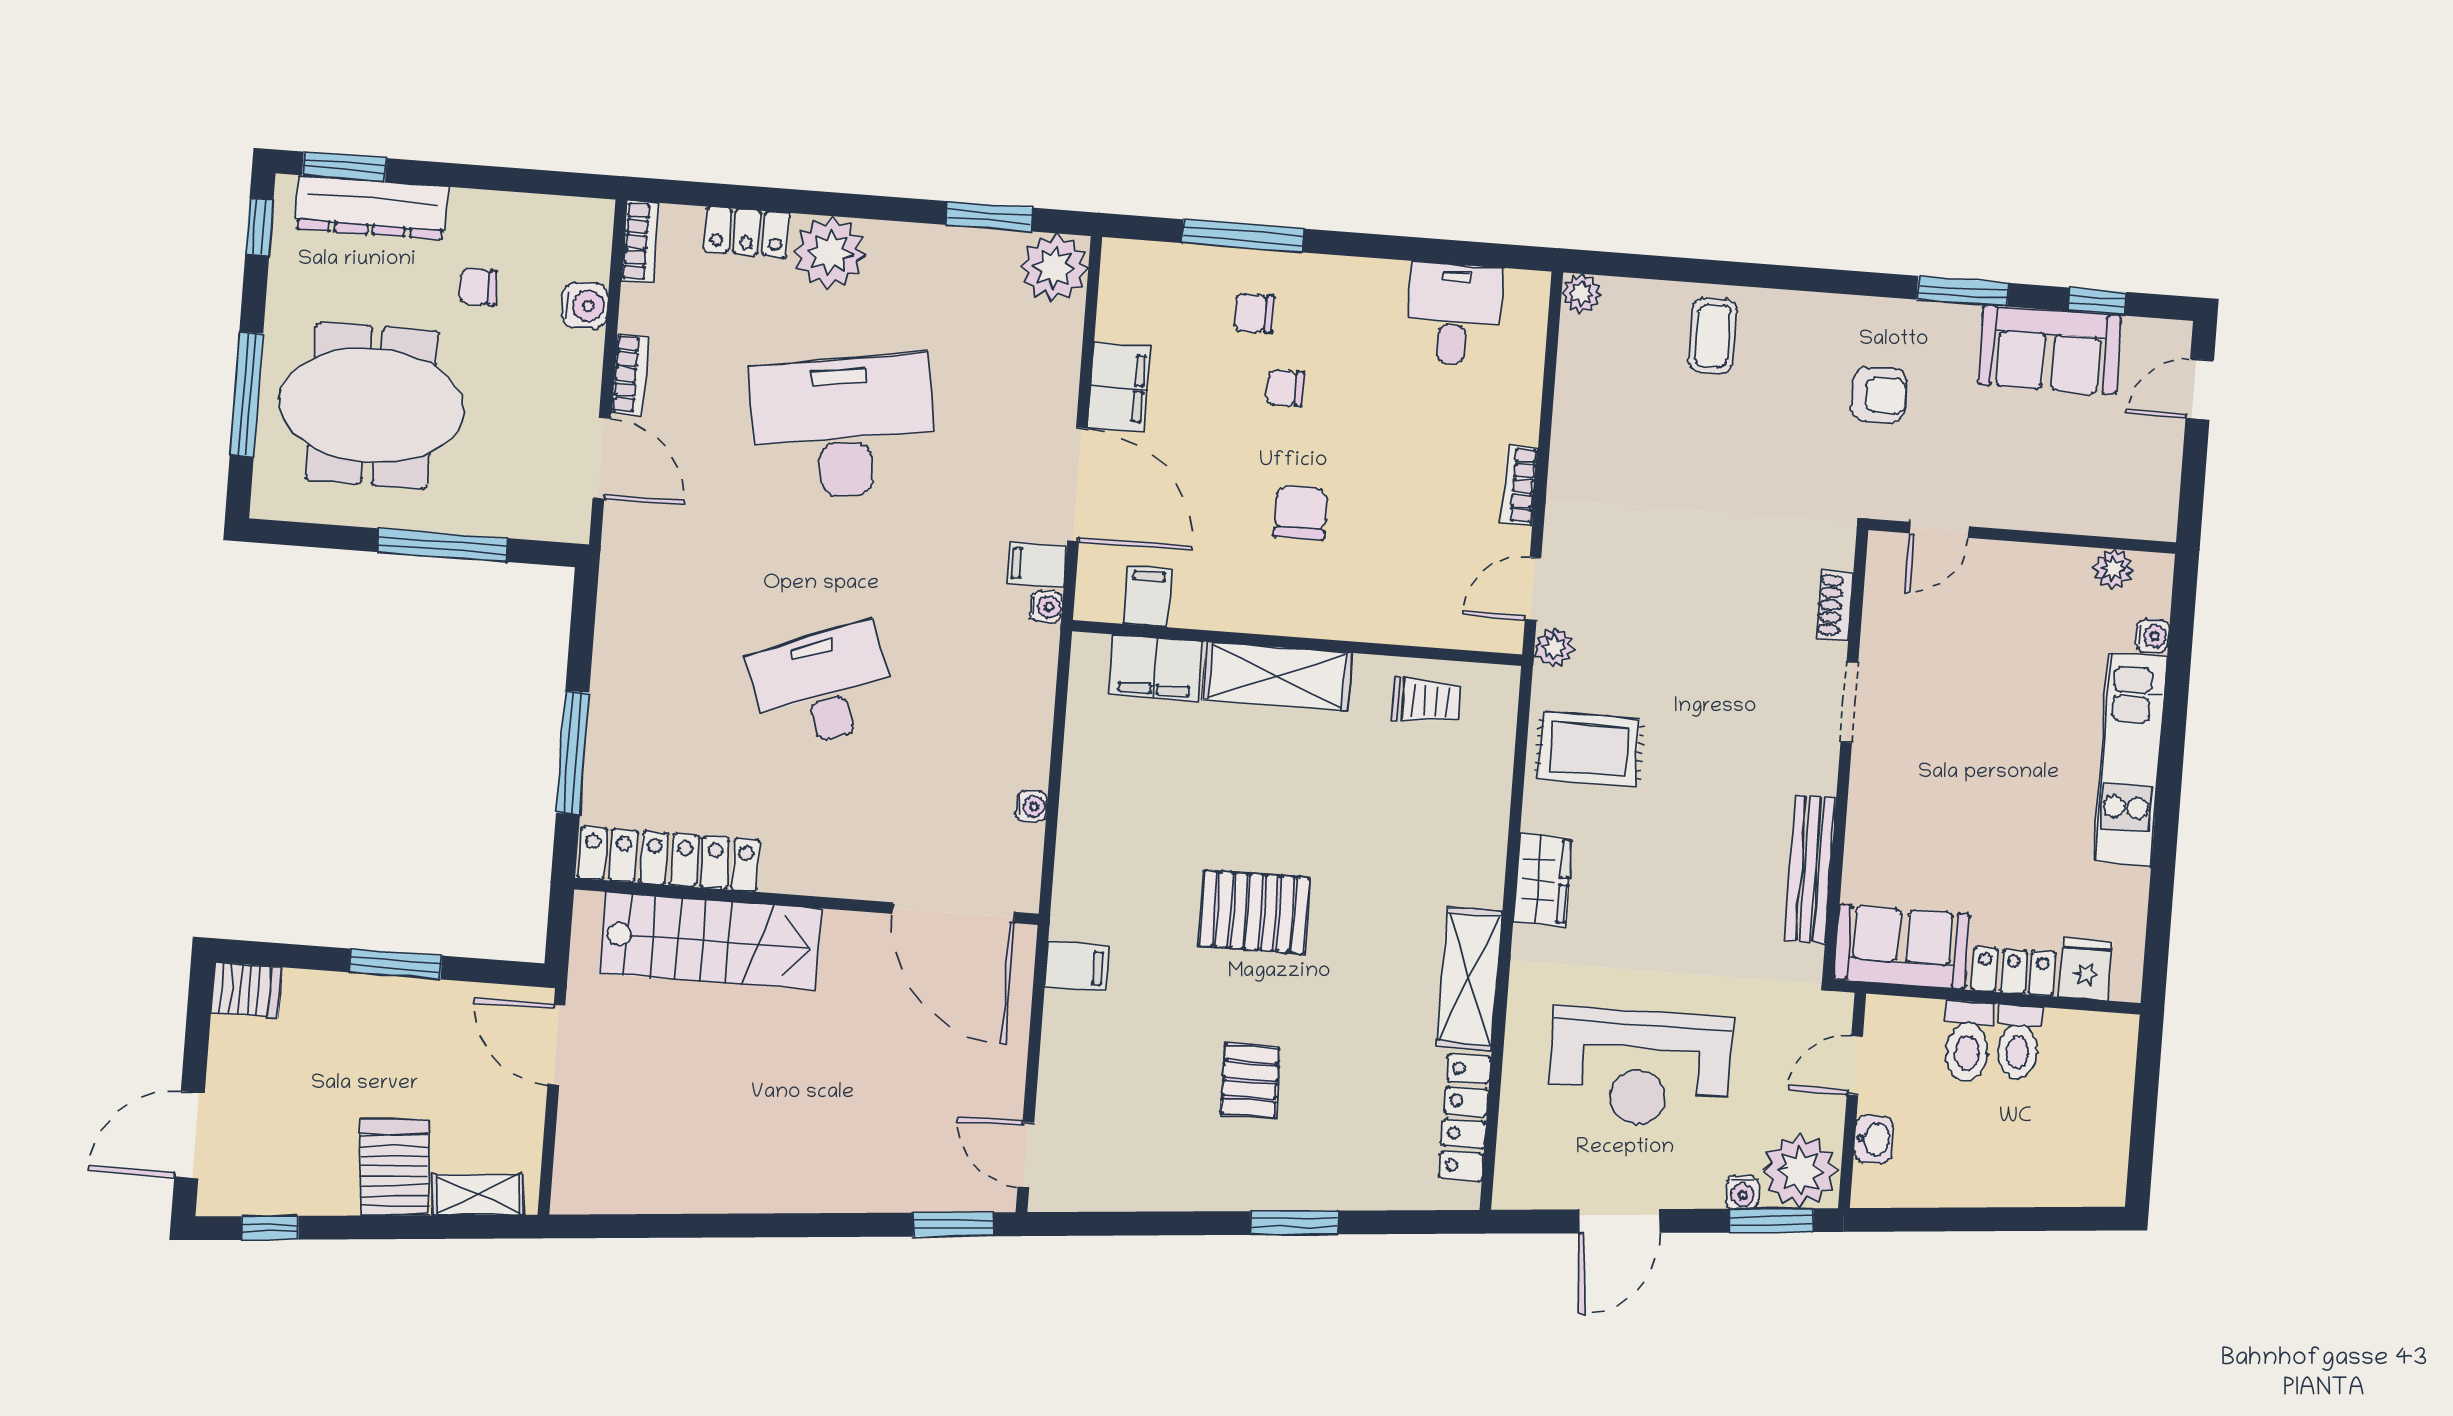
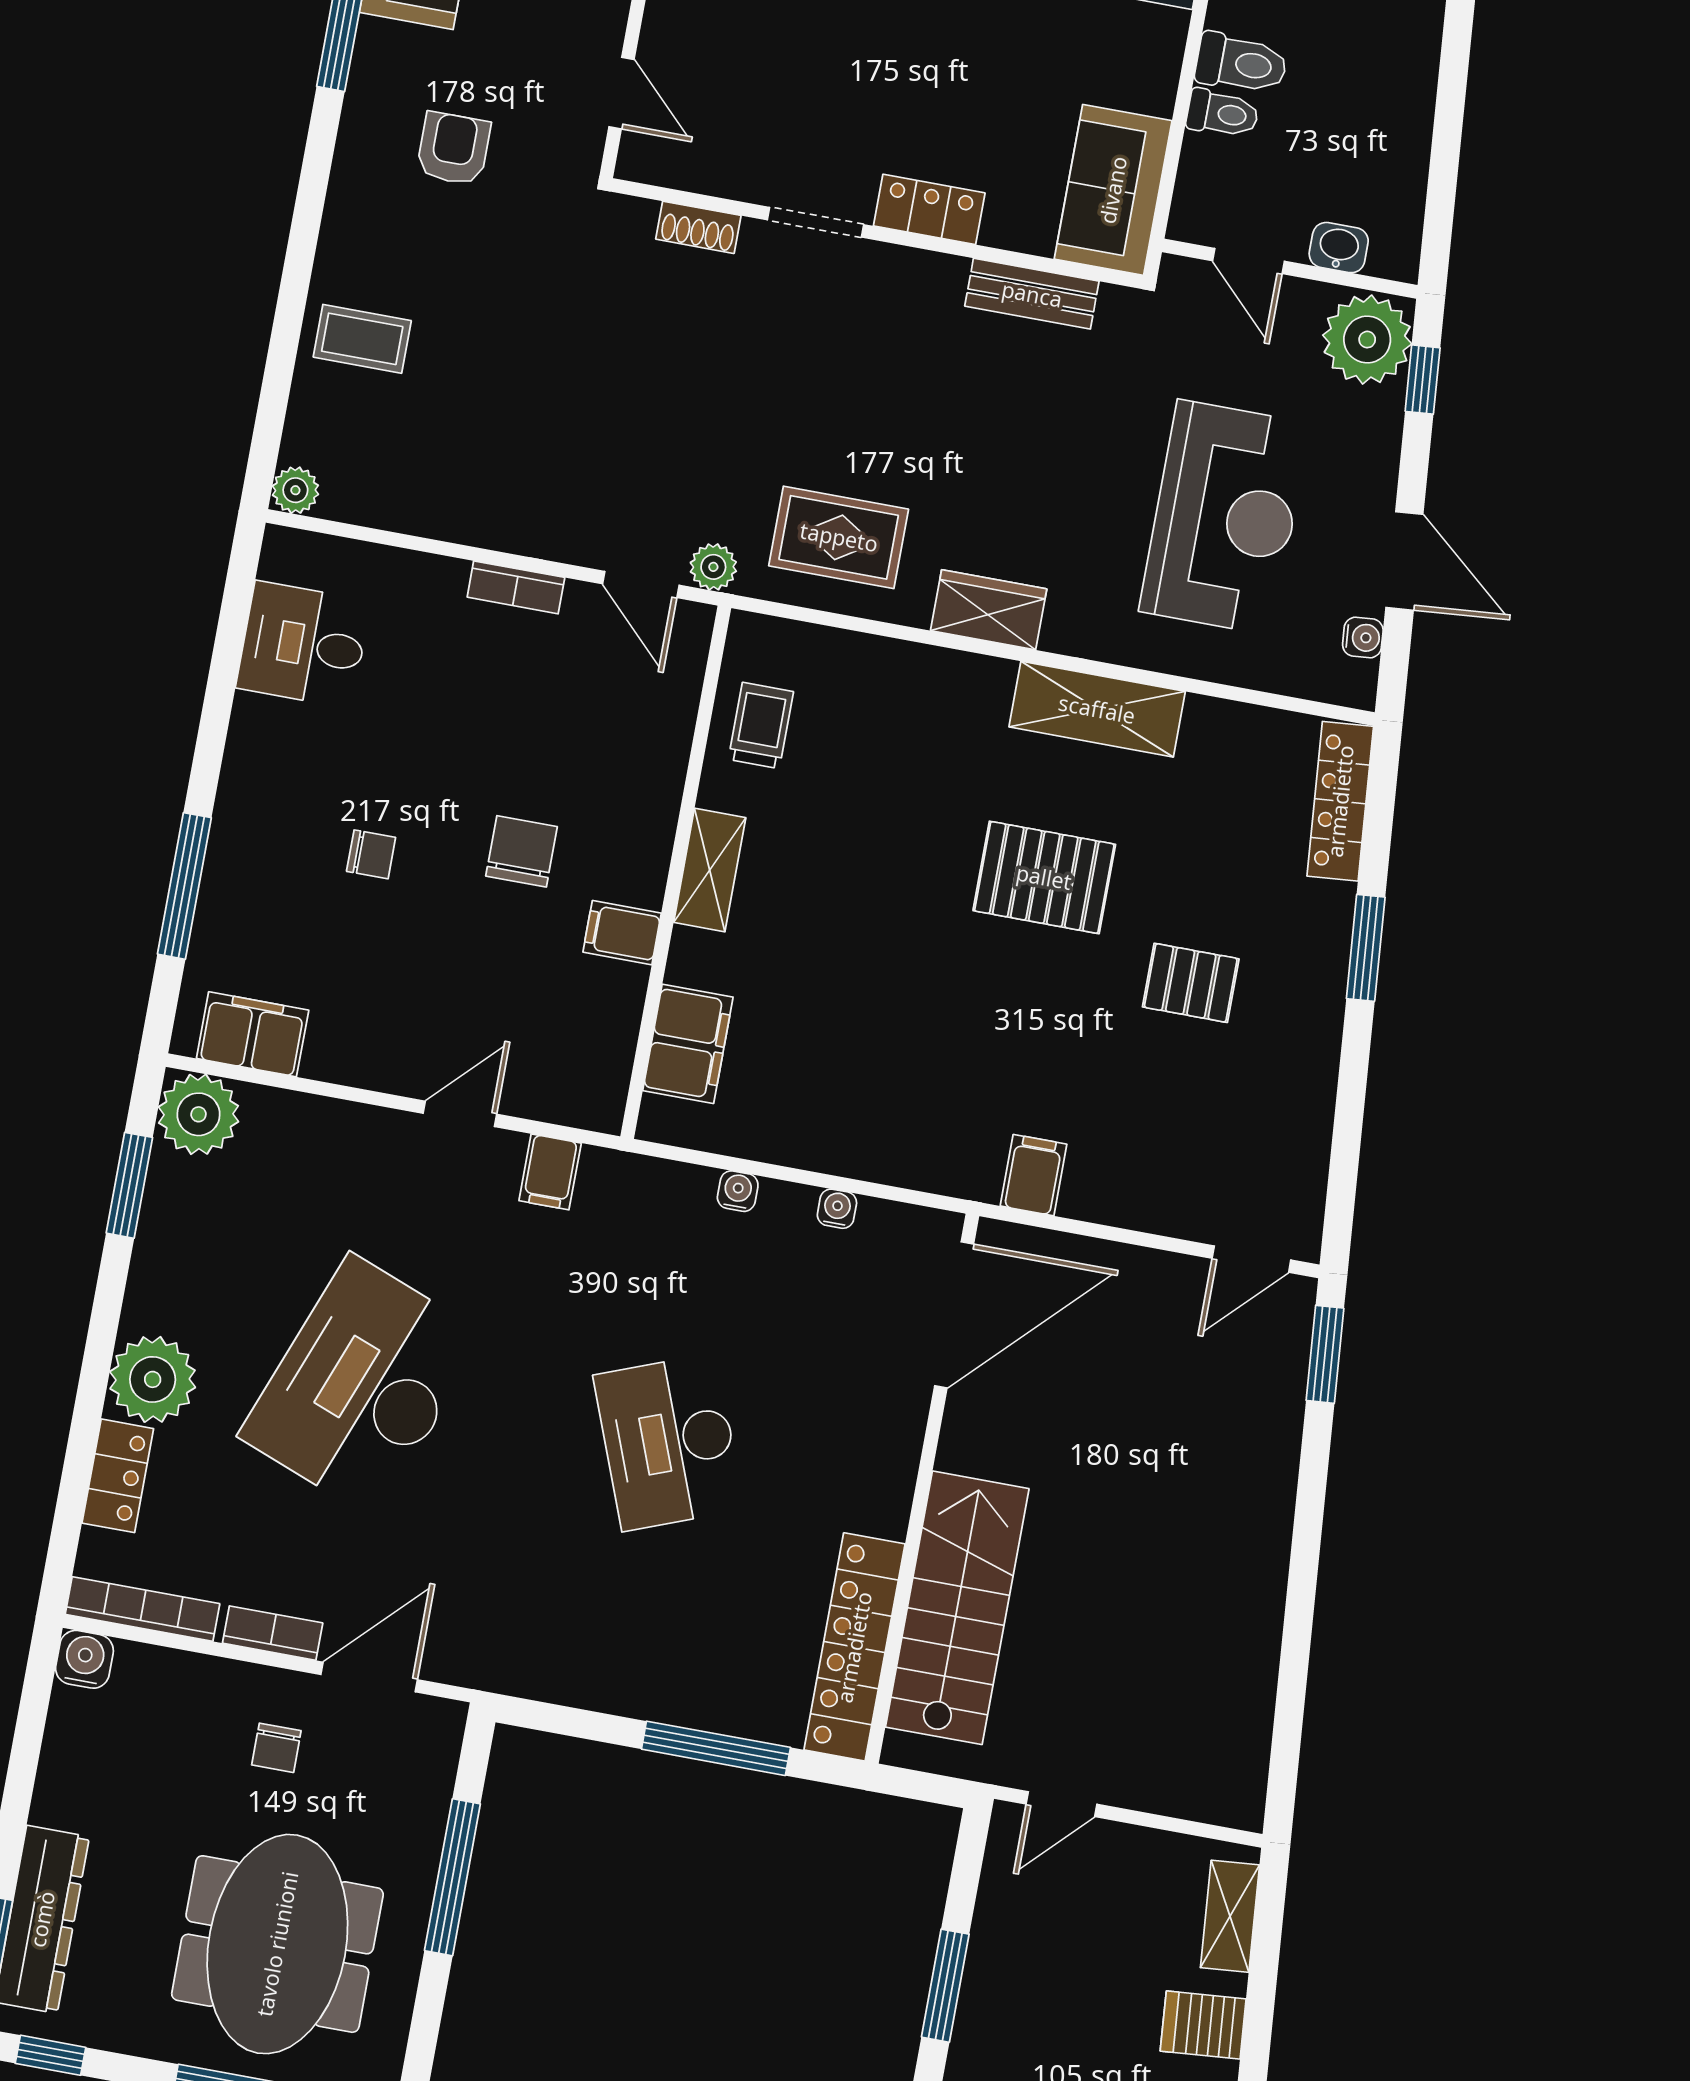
bookcase: (640, 242) -> (143, 1609), width x1.56
chair: (478, 287) -> (276, 1748), moved
water cooler: (585, 306) -> (84, 1659), moved
chair: (1254, 313) -> (278, 882), removed
filing cabinet: (1119, 387) -> (253, 1034), moved
chair: (1285, 388) -> (371, 854), turned -90
desk: (843, 427) -> (362, 1386), turned 30
door: (1077, 485) -> (460, 1114), width x0.53
chair: (1301, 513) -> (522, 851), turned 90
filing cabinet: (1148, 596) -> (622, 933), moved
water cooler: (1046, 606) -> (738, 1191), moved
shelving: (1277, 676) -> (710, 870), width x0.67, depth x0.75
rug: (1589, 749) -> (839, 537), turned 90
bench: (1810, 869) -> (1032, 294), width x0.73
pallet: (1254, 912) -> (1044, 877), moved, turned 90
locker: (2013, 971) -> (929, 209), moved, turned 90
toilet: (1968, 1042) -> (1223, 113), width x0.73, depth x0.72
door: (556, 1045) -> (1062, 1804), width x0.73
locker: (1465, 1118) -> (1340, 801), moved, turned 85
server rack: (394, 1167) -> (1203, 2025), width x0.73, depth x0.70
water cooler: (1742, 1192) -> (1363, 637), moved
window: (1772, 1220) -> (1423, 380), width x0.67

